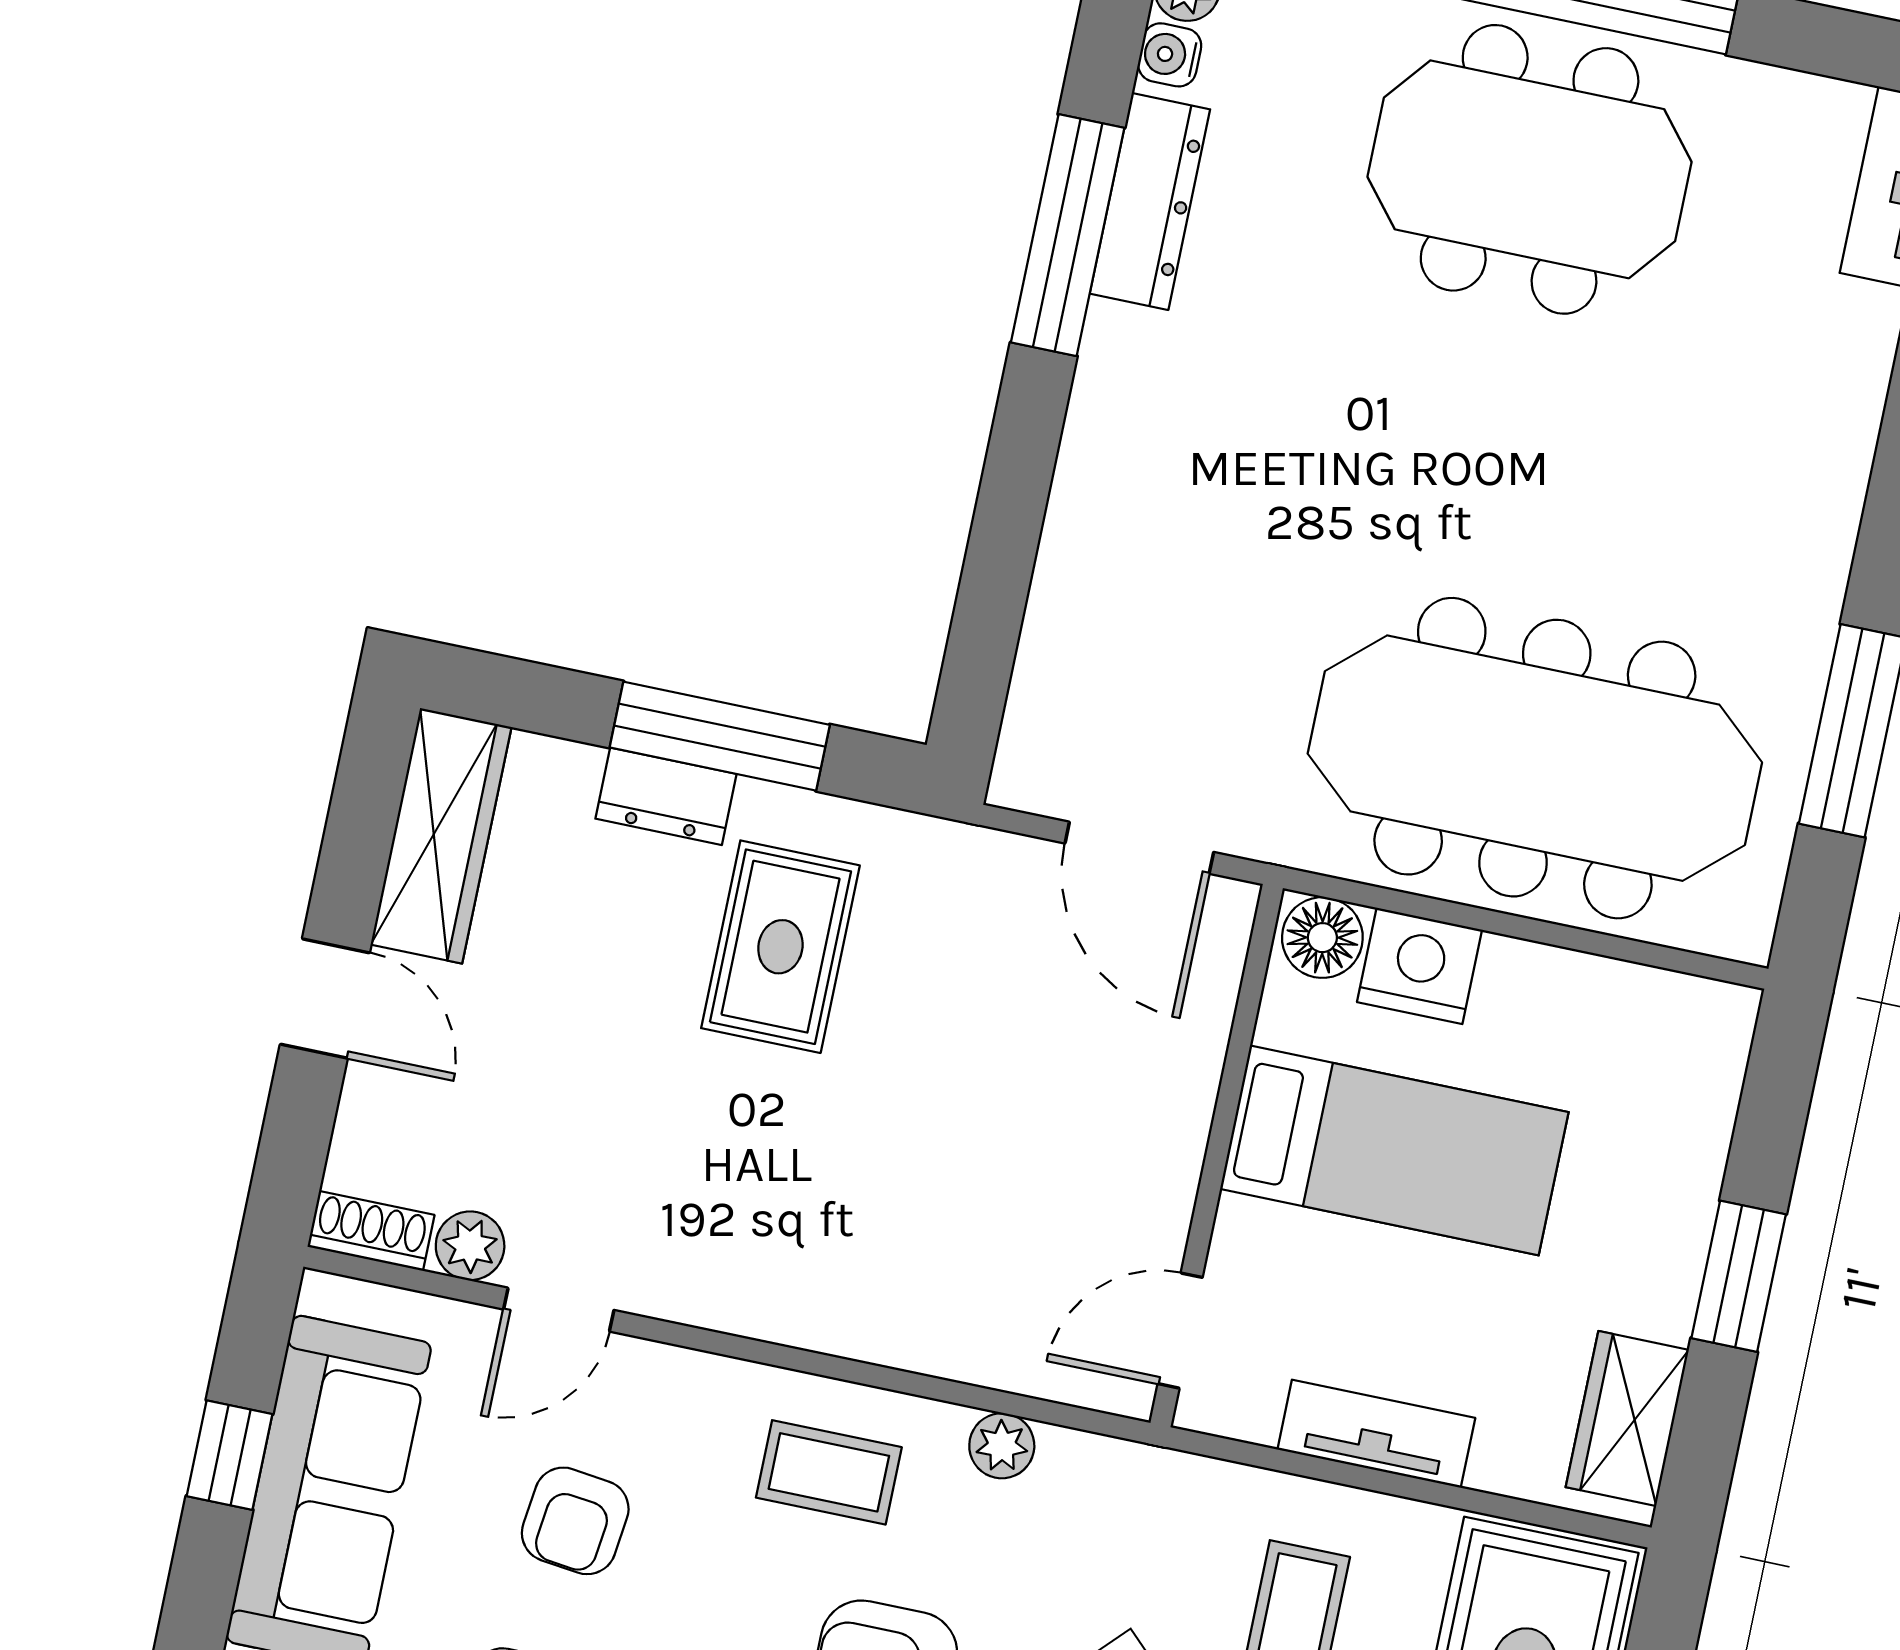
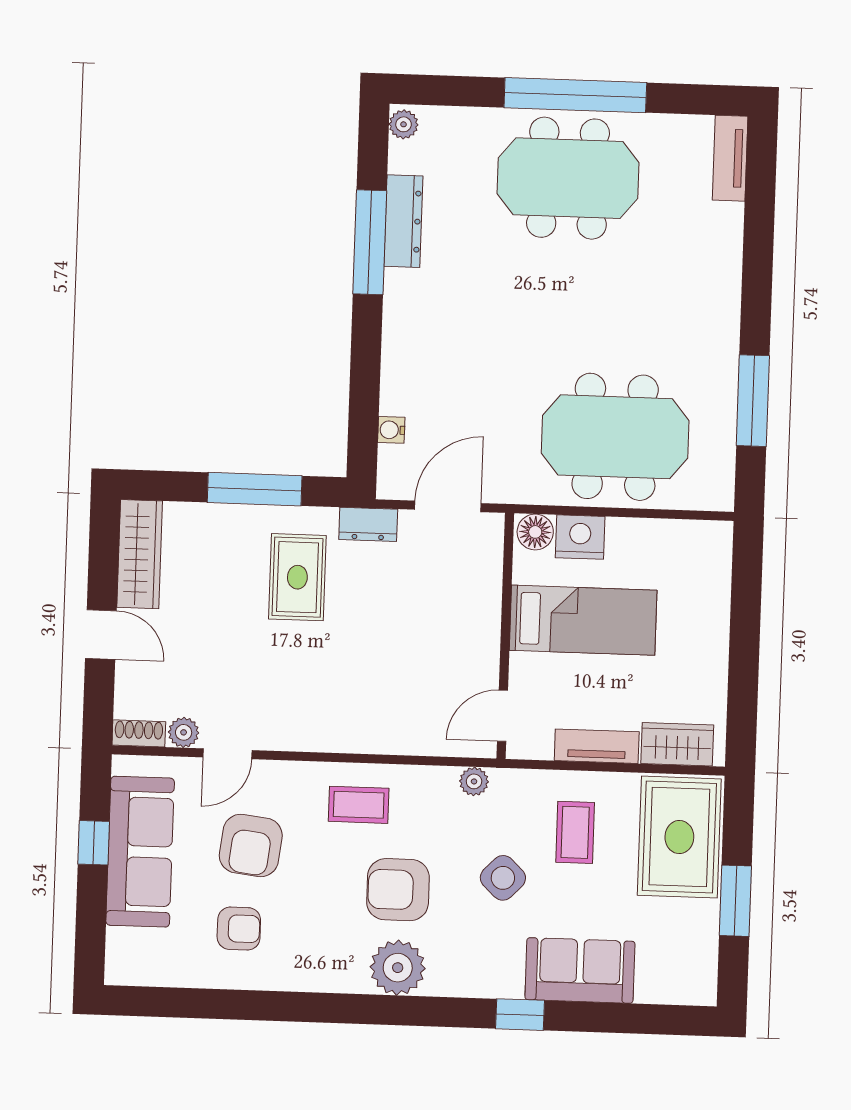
water cooler: (1170, 55) -> (391, 430), moved
meeting table: (1535, 758) -> (615, 437), width x0.73
dresser: (666, 796) -> (368, 524), moved
door: (1139, 848) -> (448, 506), swing flipped
window: (1739, 1276) -> (744, 649), removed
wardrobe: (1627, 1419) -> (677, 744), moved, turned 90
plant: (1002, 1446) -> (474, 781), moved
armchair: (575, 1521) -> (251, 845), width x1.38, depth x1.38

